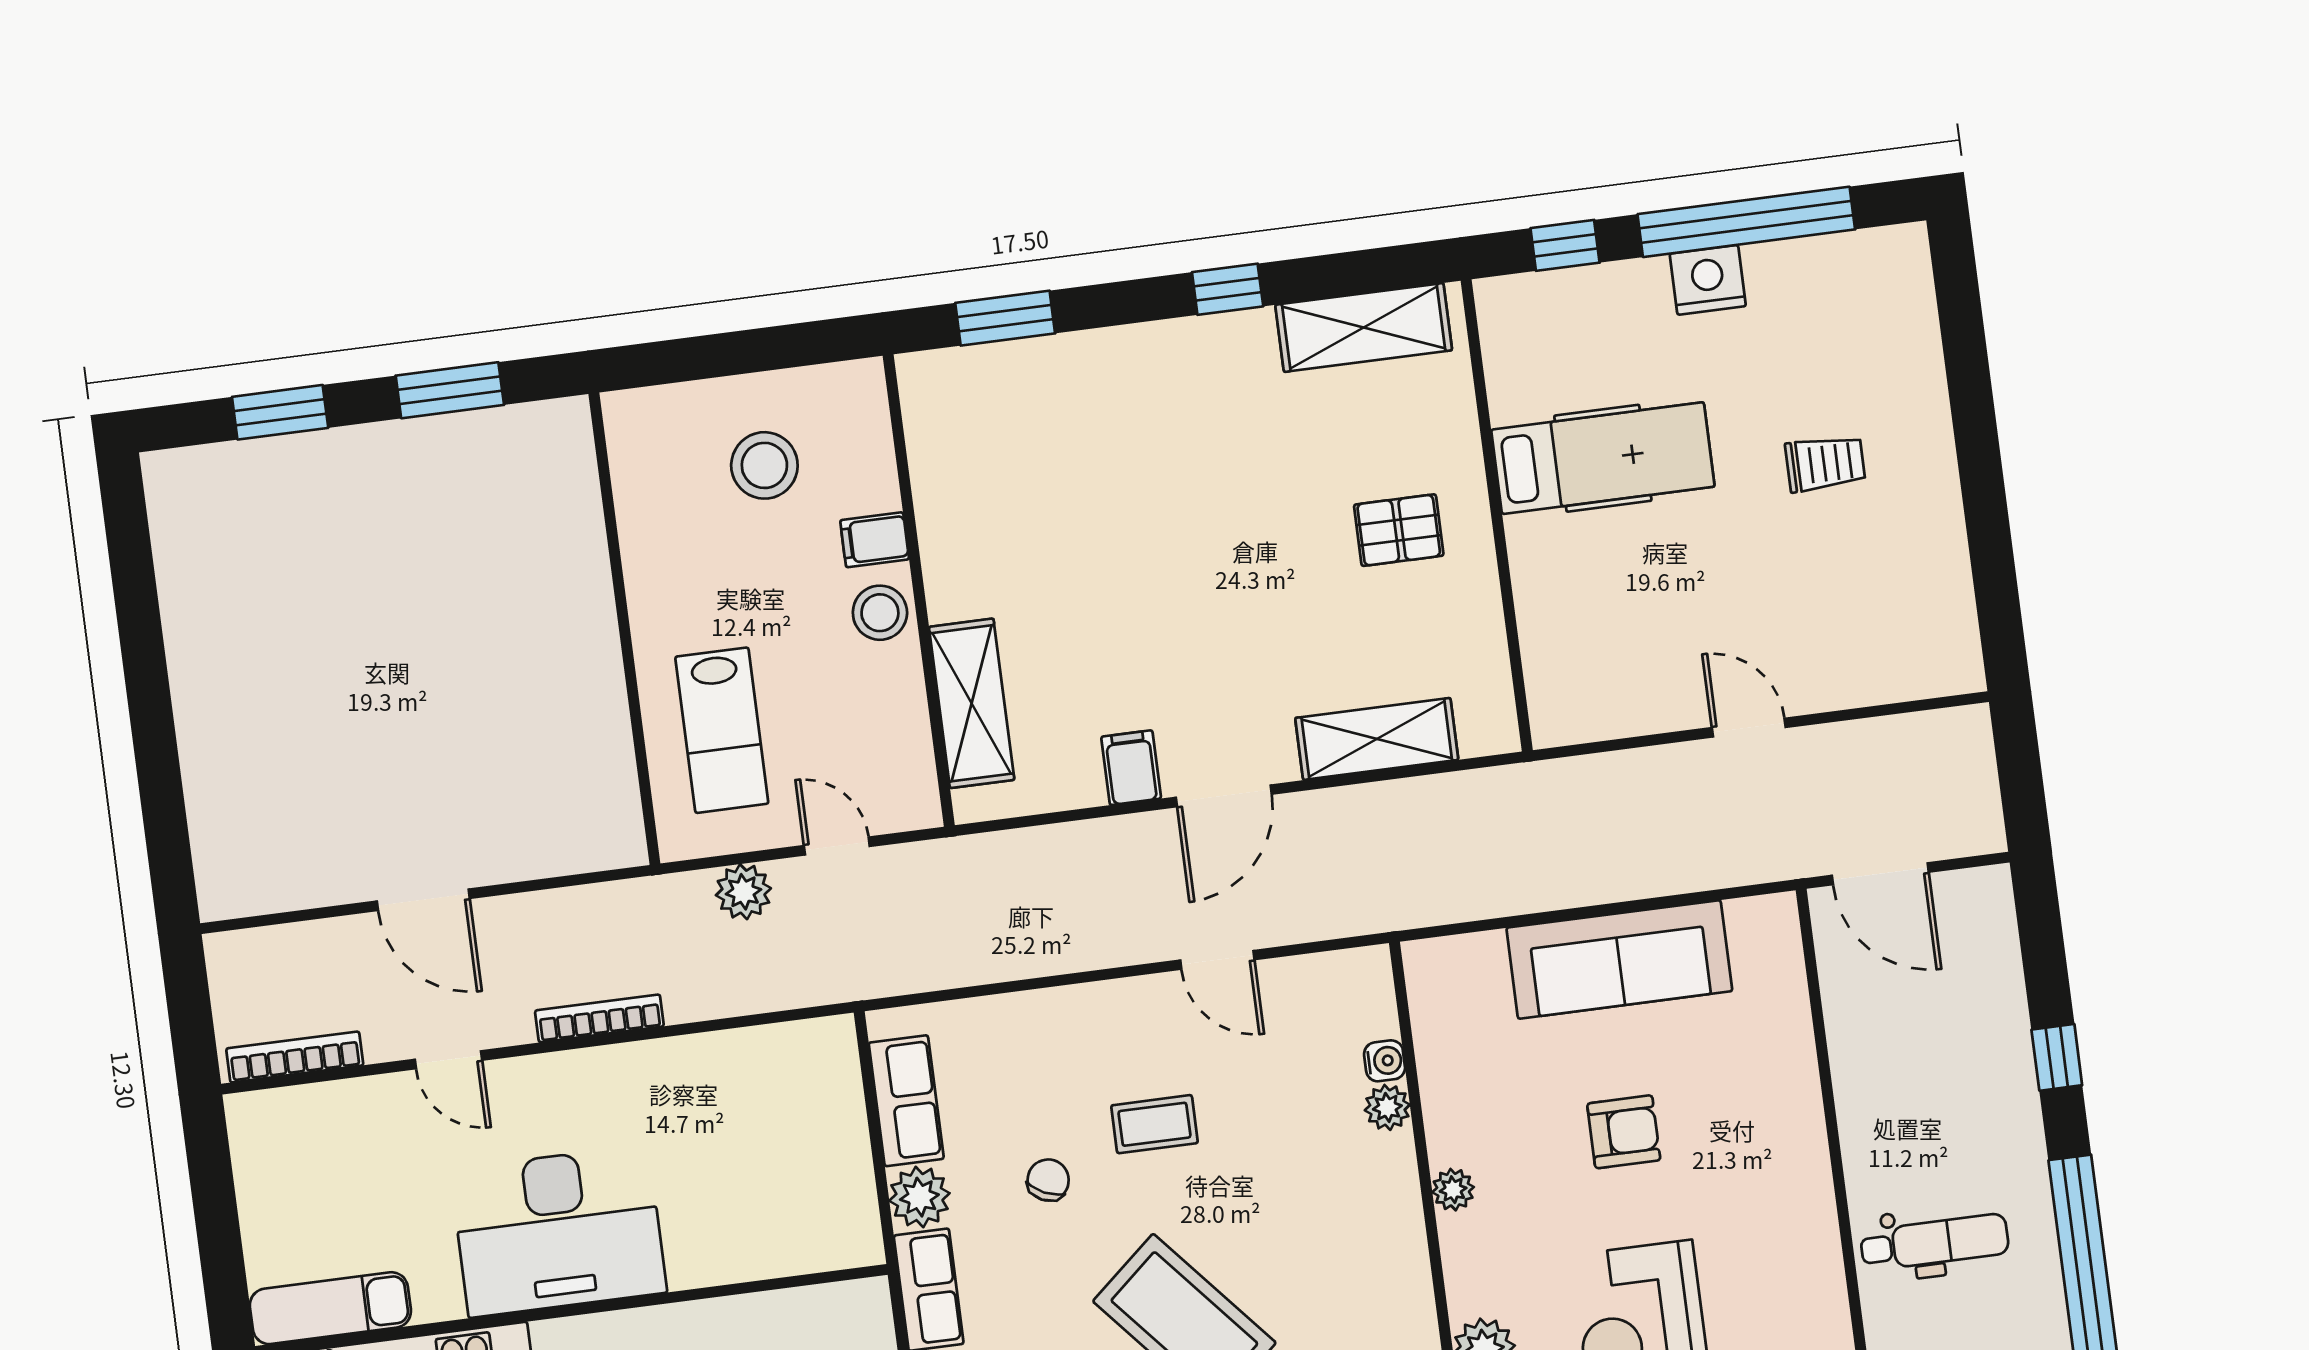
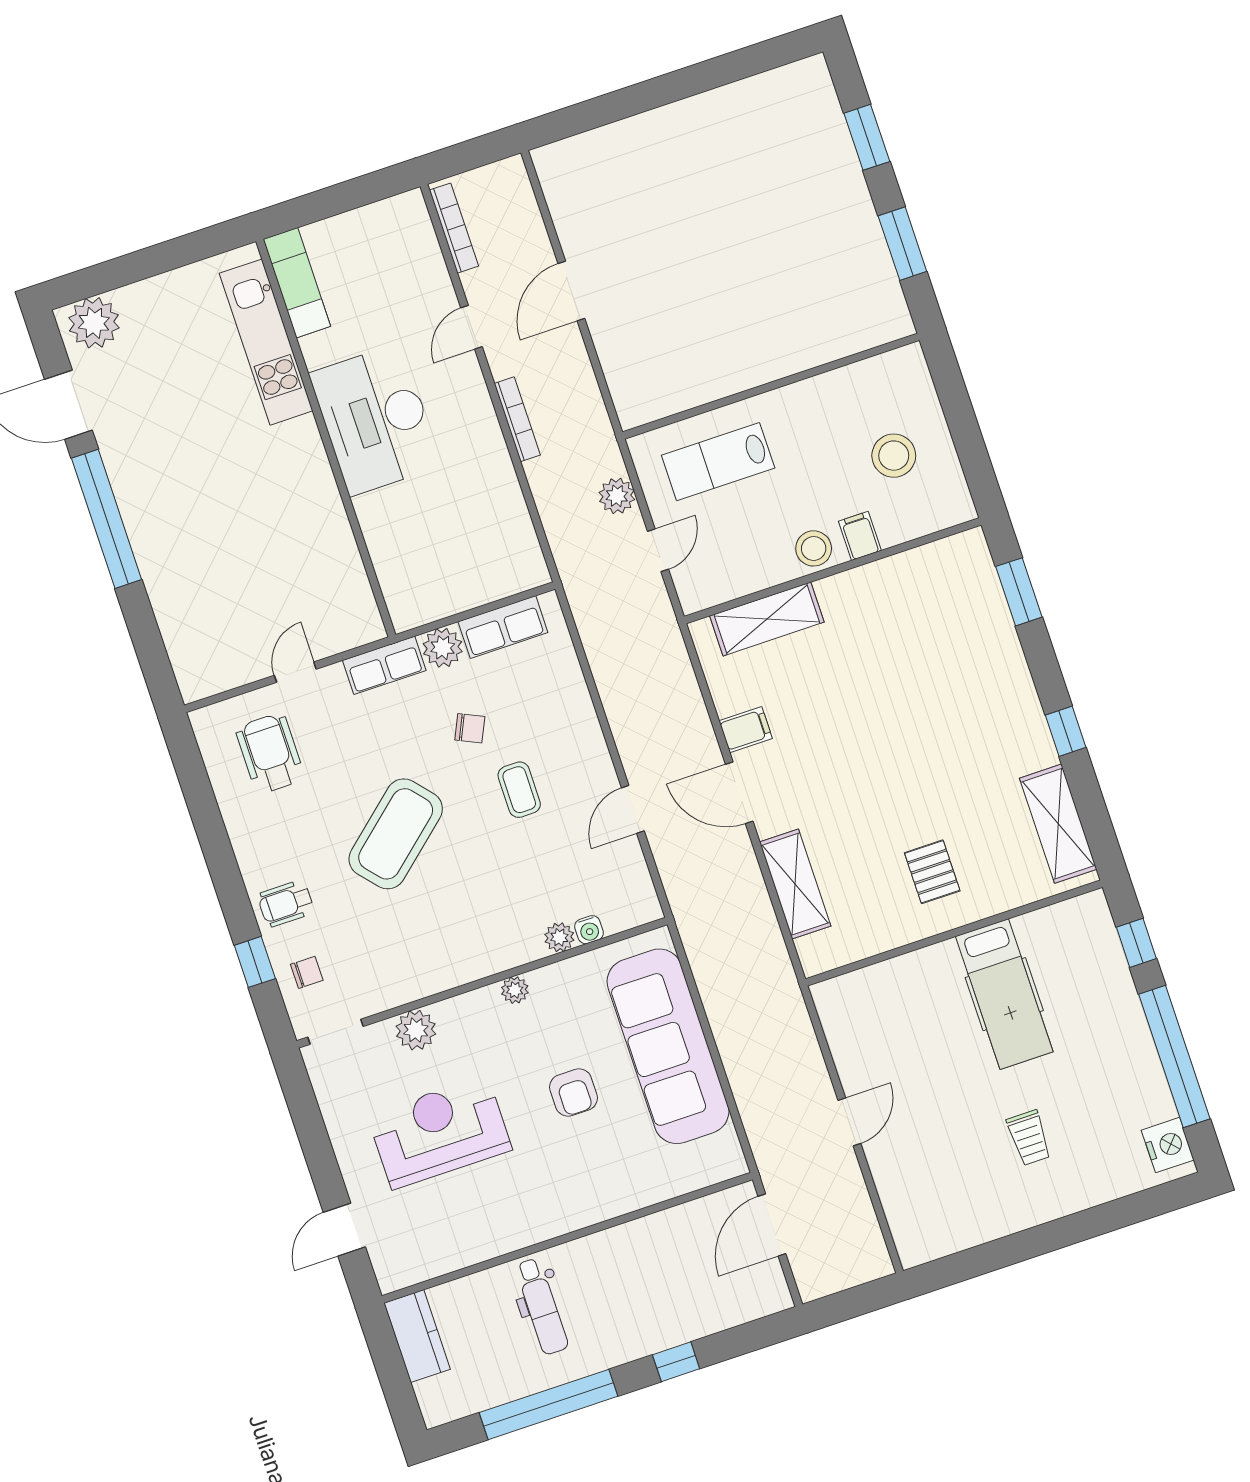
nightstand: (1708, 280) -> (1168, 1145), moved
sofa: (1619, 959) -> (668, 1046), width x1.36, depth x1.27

